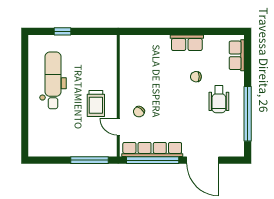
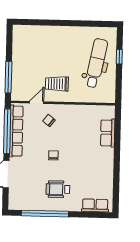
row of seats: (187, 43) -> (108, 133), moved
chair: (196, 77) -> (53, 155), moved
dental chair: (53, 80) -> (96, 63), moved, turned -79

